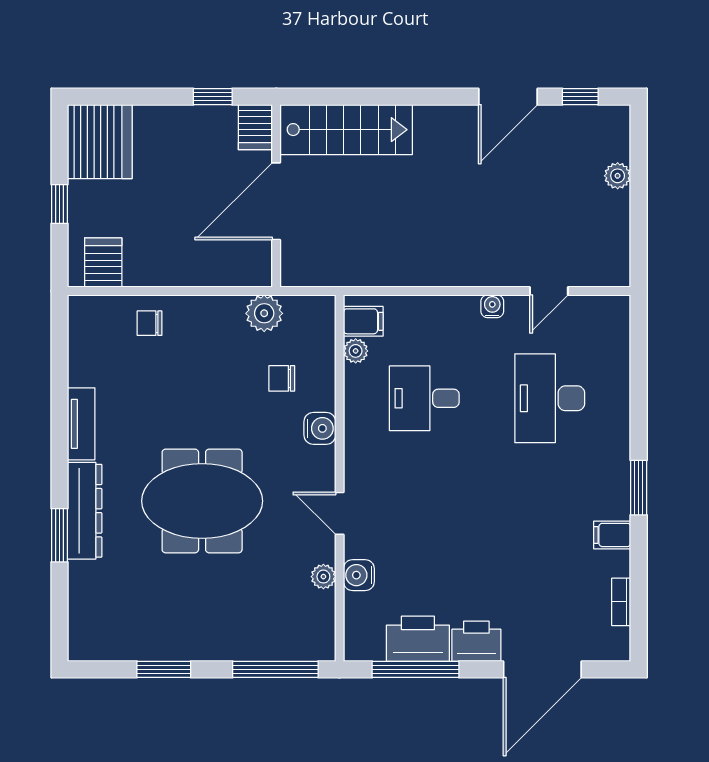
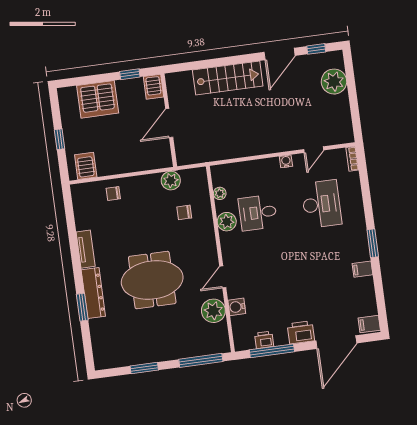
stairs: (346, 130) -> (228, 78), moved
server rack: (100, 142) -> (98, 99), moved, turned 90
plant: (618, 176) -> (334, 82), width x1.88, depth x1.88
door: (276, 201) -> (169, 123), width x0.73
filing cabinet: (363, 321) -> (369, 324), moved, turned 180
desk: (550, 398) -> (321, 204), turned 180
plant: (362, 407) -> (227, 222), added
water cooler: (320, 428) -> (207, 235), removed
door: (340, 513) -> (223, 277), hinge flipped
plant: (323, 577) -> (213, 311), width x1.88, depth x1.88
bookcase: (621, 602) -> (352, 159), moved
printer: (418, 639) -> (264, 340), width x0.53, depth x0.68

